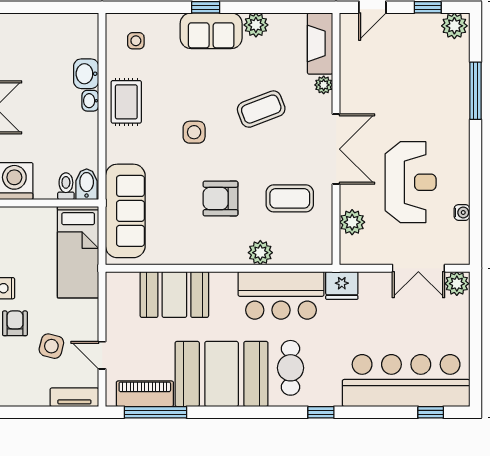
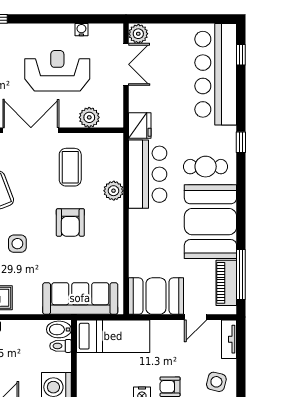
booth: (174, 294) -> (156, 296), moved, turned 90
side table: (51, 346) -> (216, 382), moved

